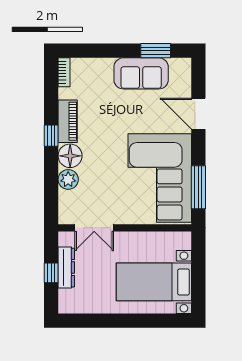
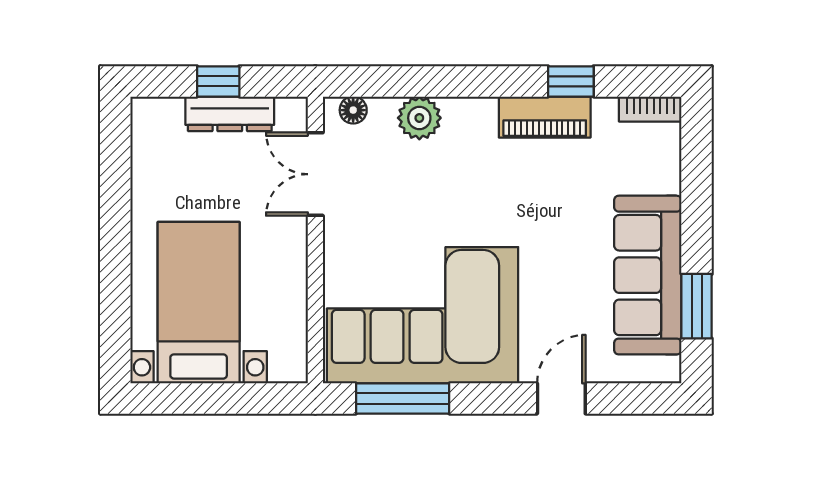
sofa: (141, 73) -> (648, 275), width x1.36
door: (198, 114) -> (561, 399), width x0.73
window: (51, 136) -> (571, 81), moved
floor lamp: (70, 156) -> (353, 110), moved, width x0.53, depth x0.53

